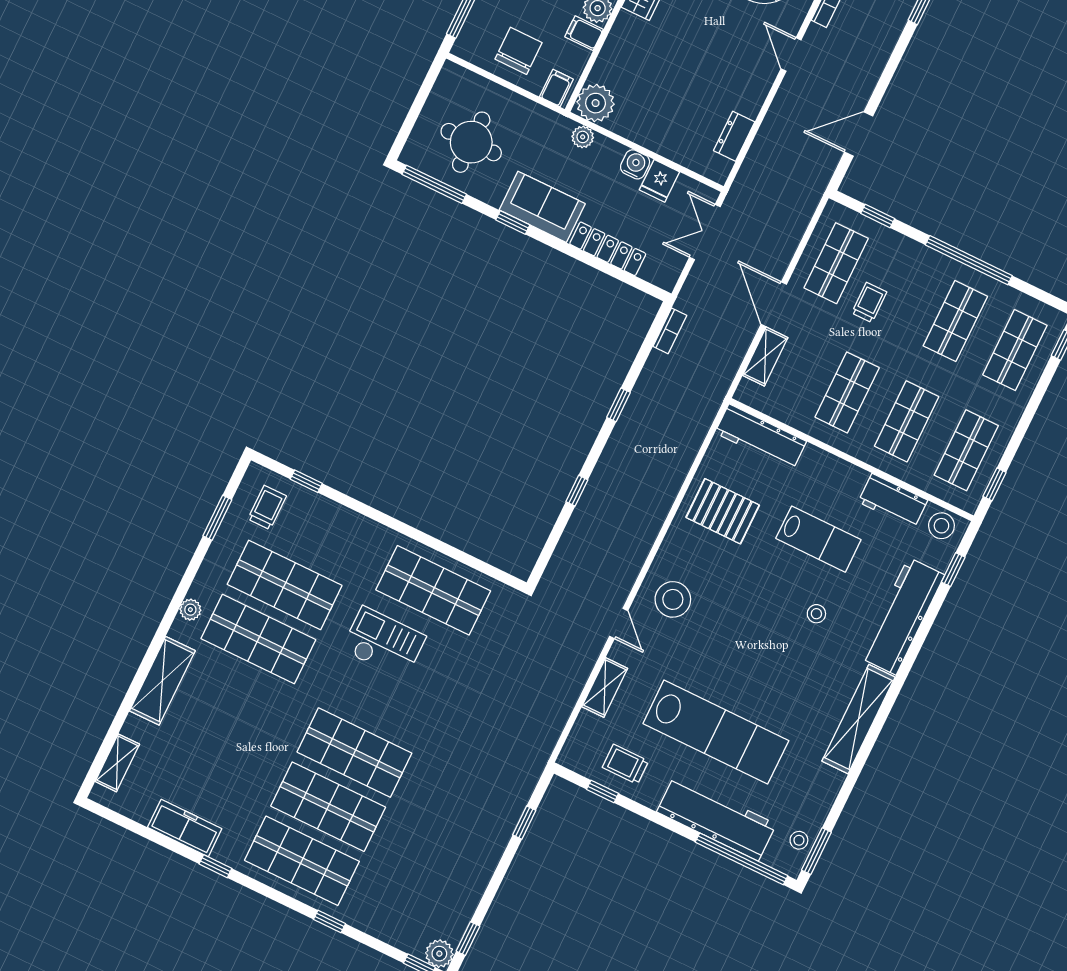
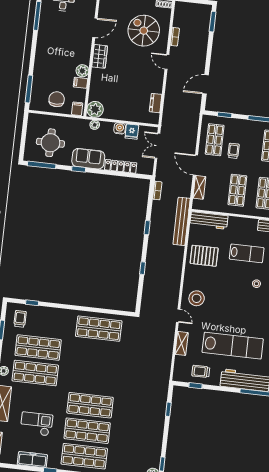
bench: (700, 418) -> (182, 221), added
checkout: (384, 643) -> (36, 424), moved

